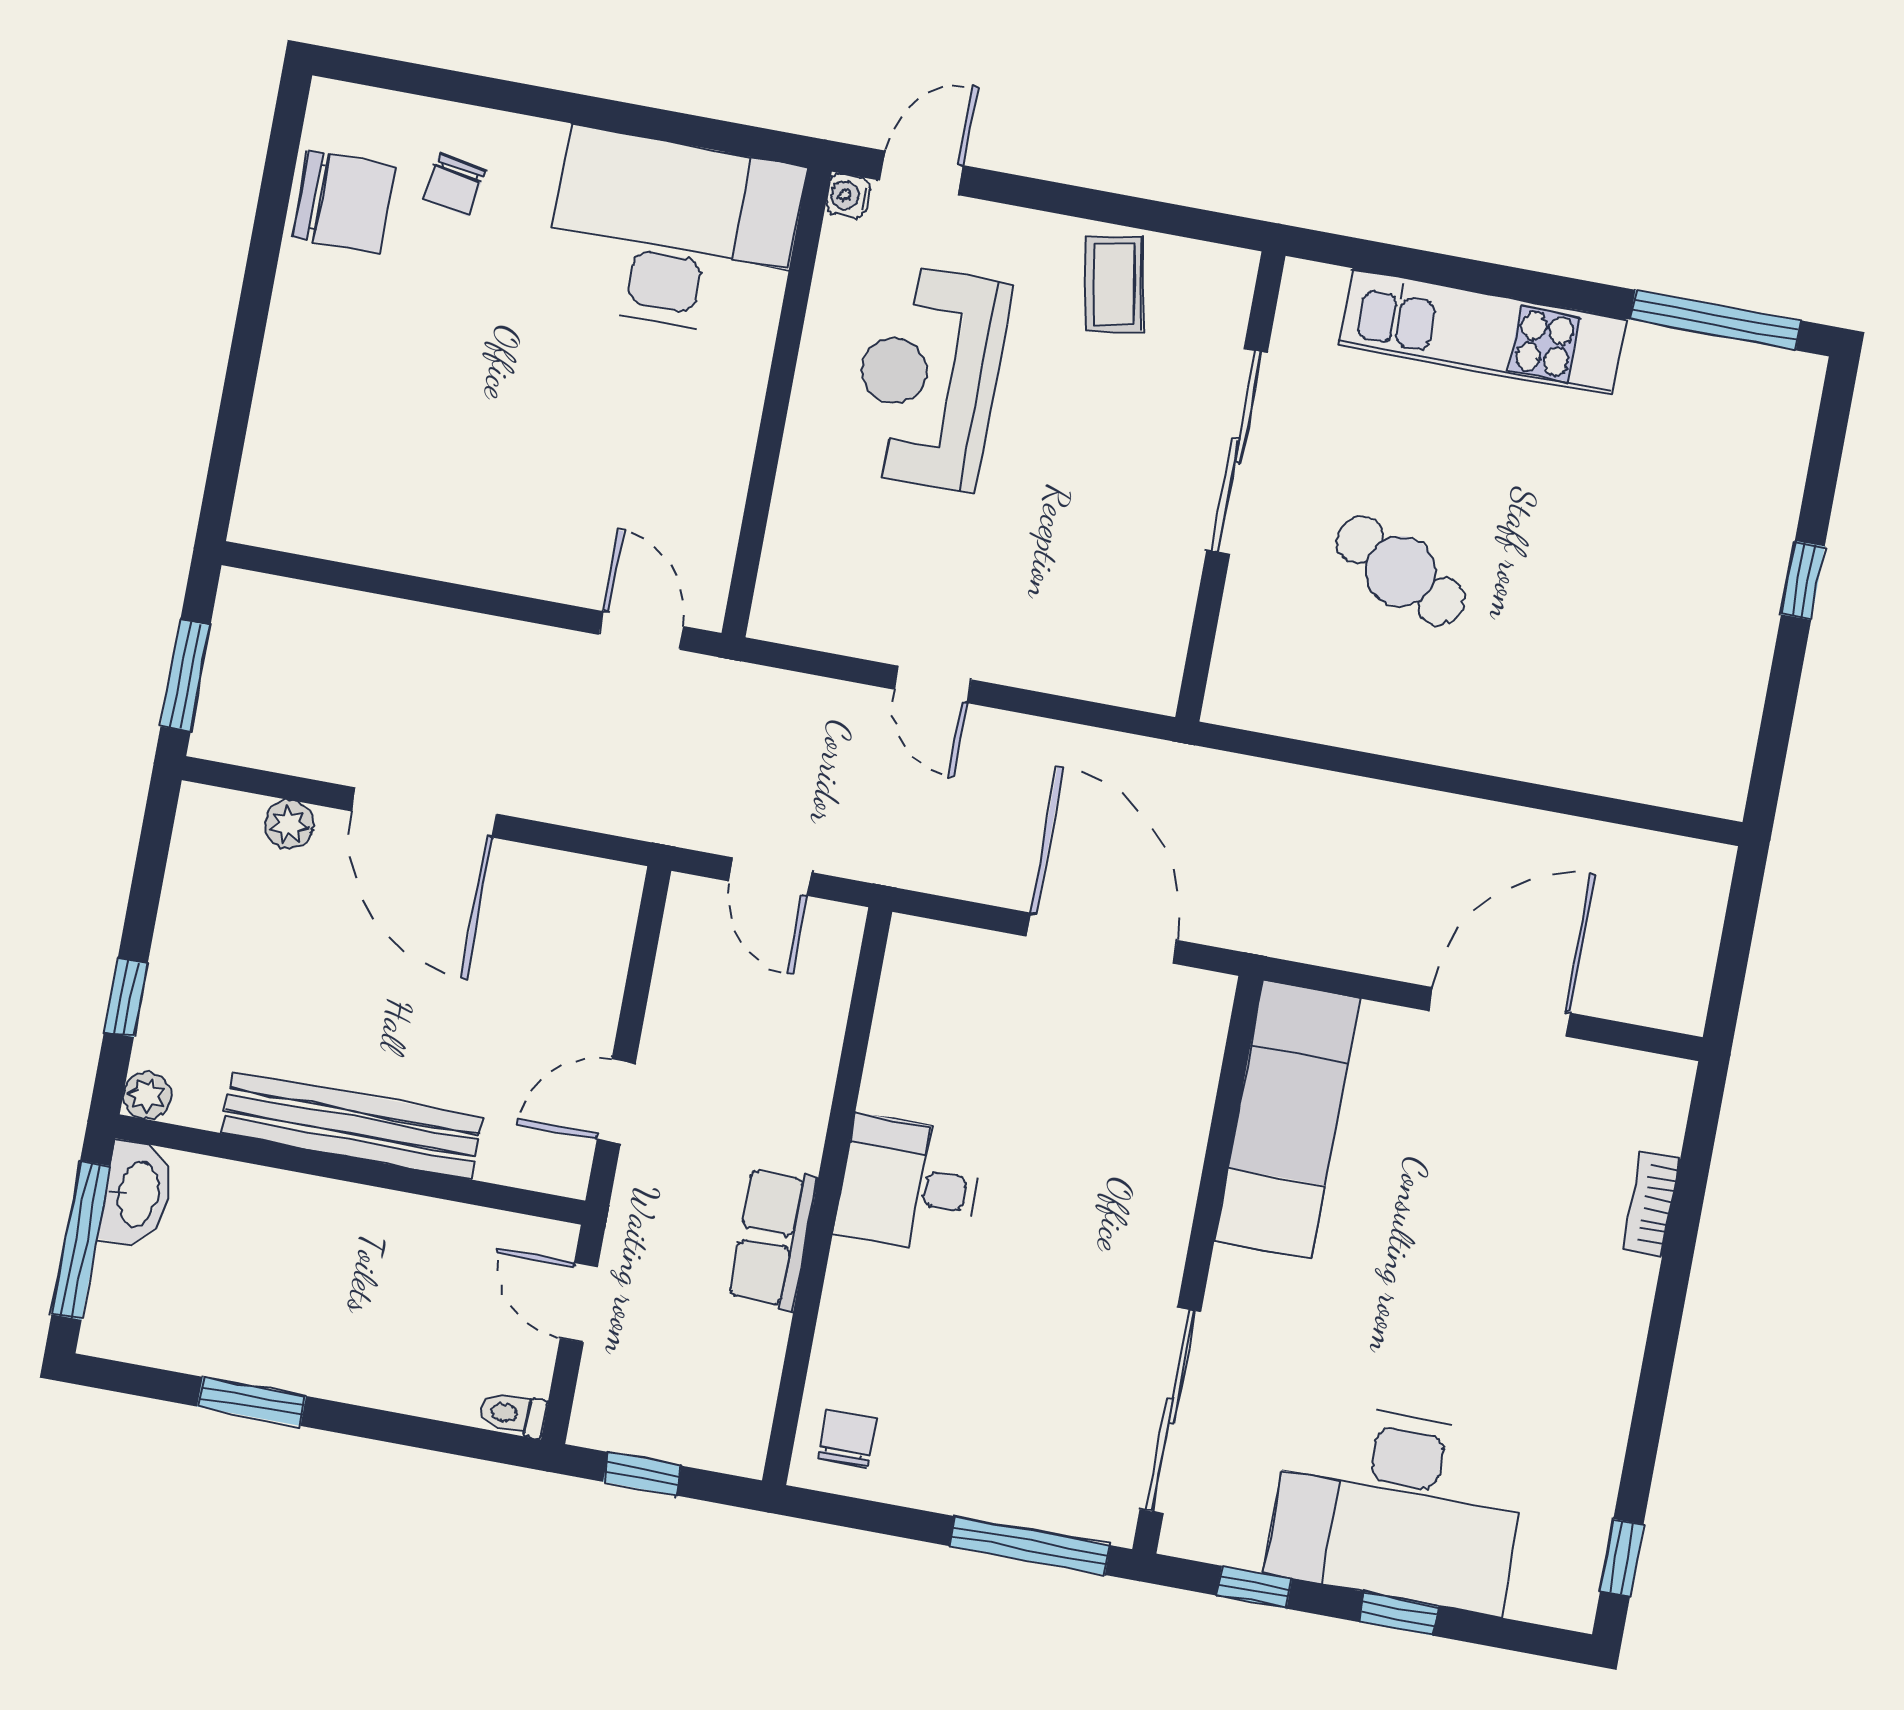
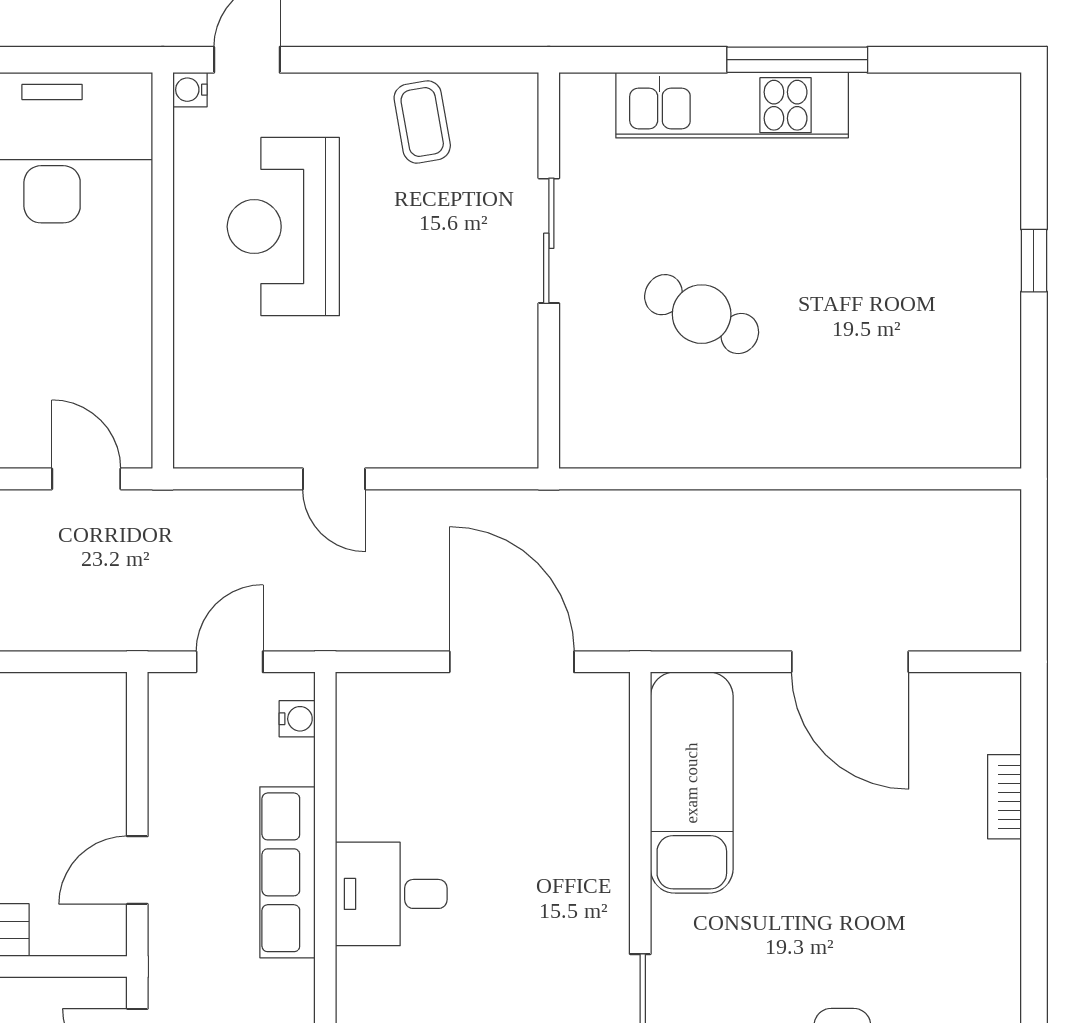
window: (1716, 320) -> (797, 60), moved
sliding door: (1237, 451) -> (549, 241), width x0.73
door: (770, 877) -> (230, 662), swing flipped
water cooler: (837, 958) -> (297, 719), added
door: (1499, 1012) -> (850, 662), swing flipped
row of seats: (773, 1239) -> (287, 872), moved, width x1.48

